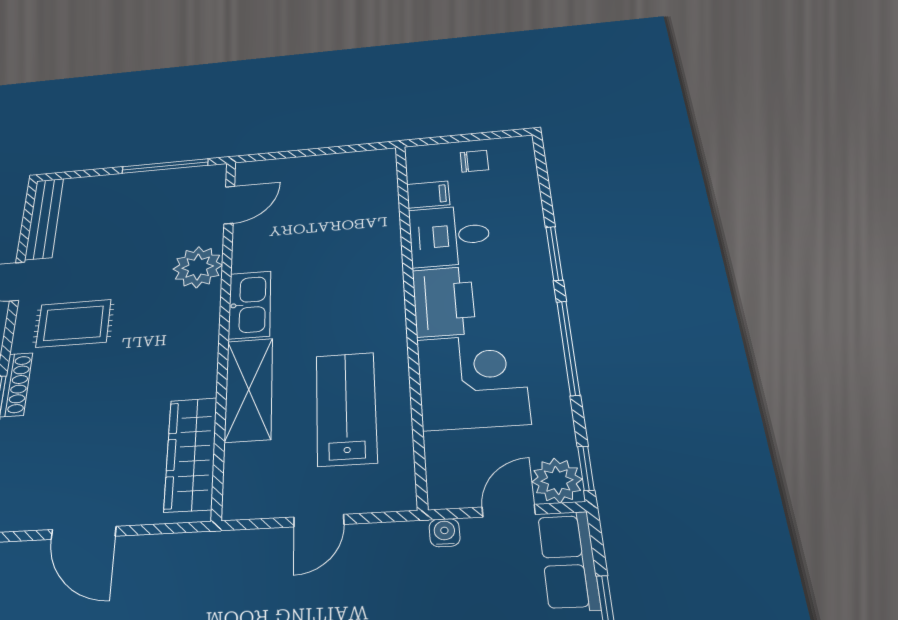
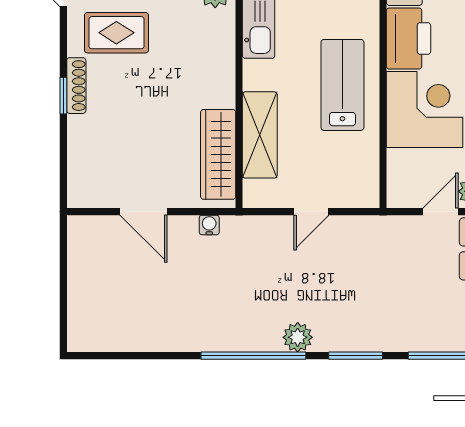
shelving: (249, 389) -> (260, 135), moved
lab bench: (346, 408) -> (342, 85), moved
water cooler: (445, 533) -> (209, 225), moved

